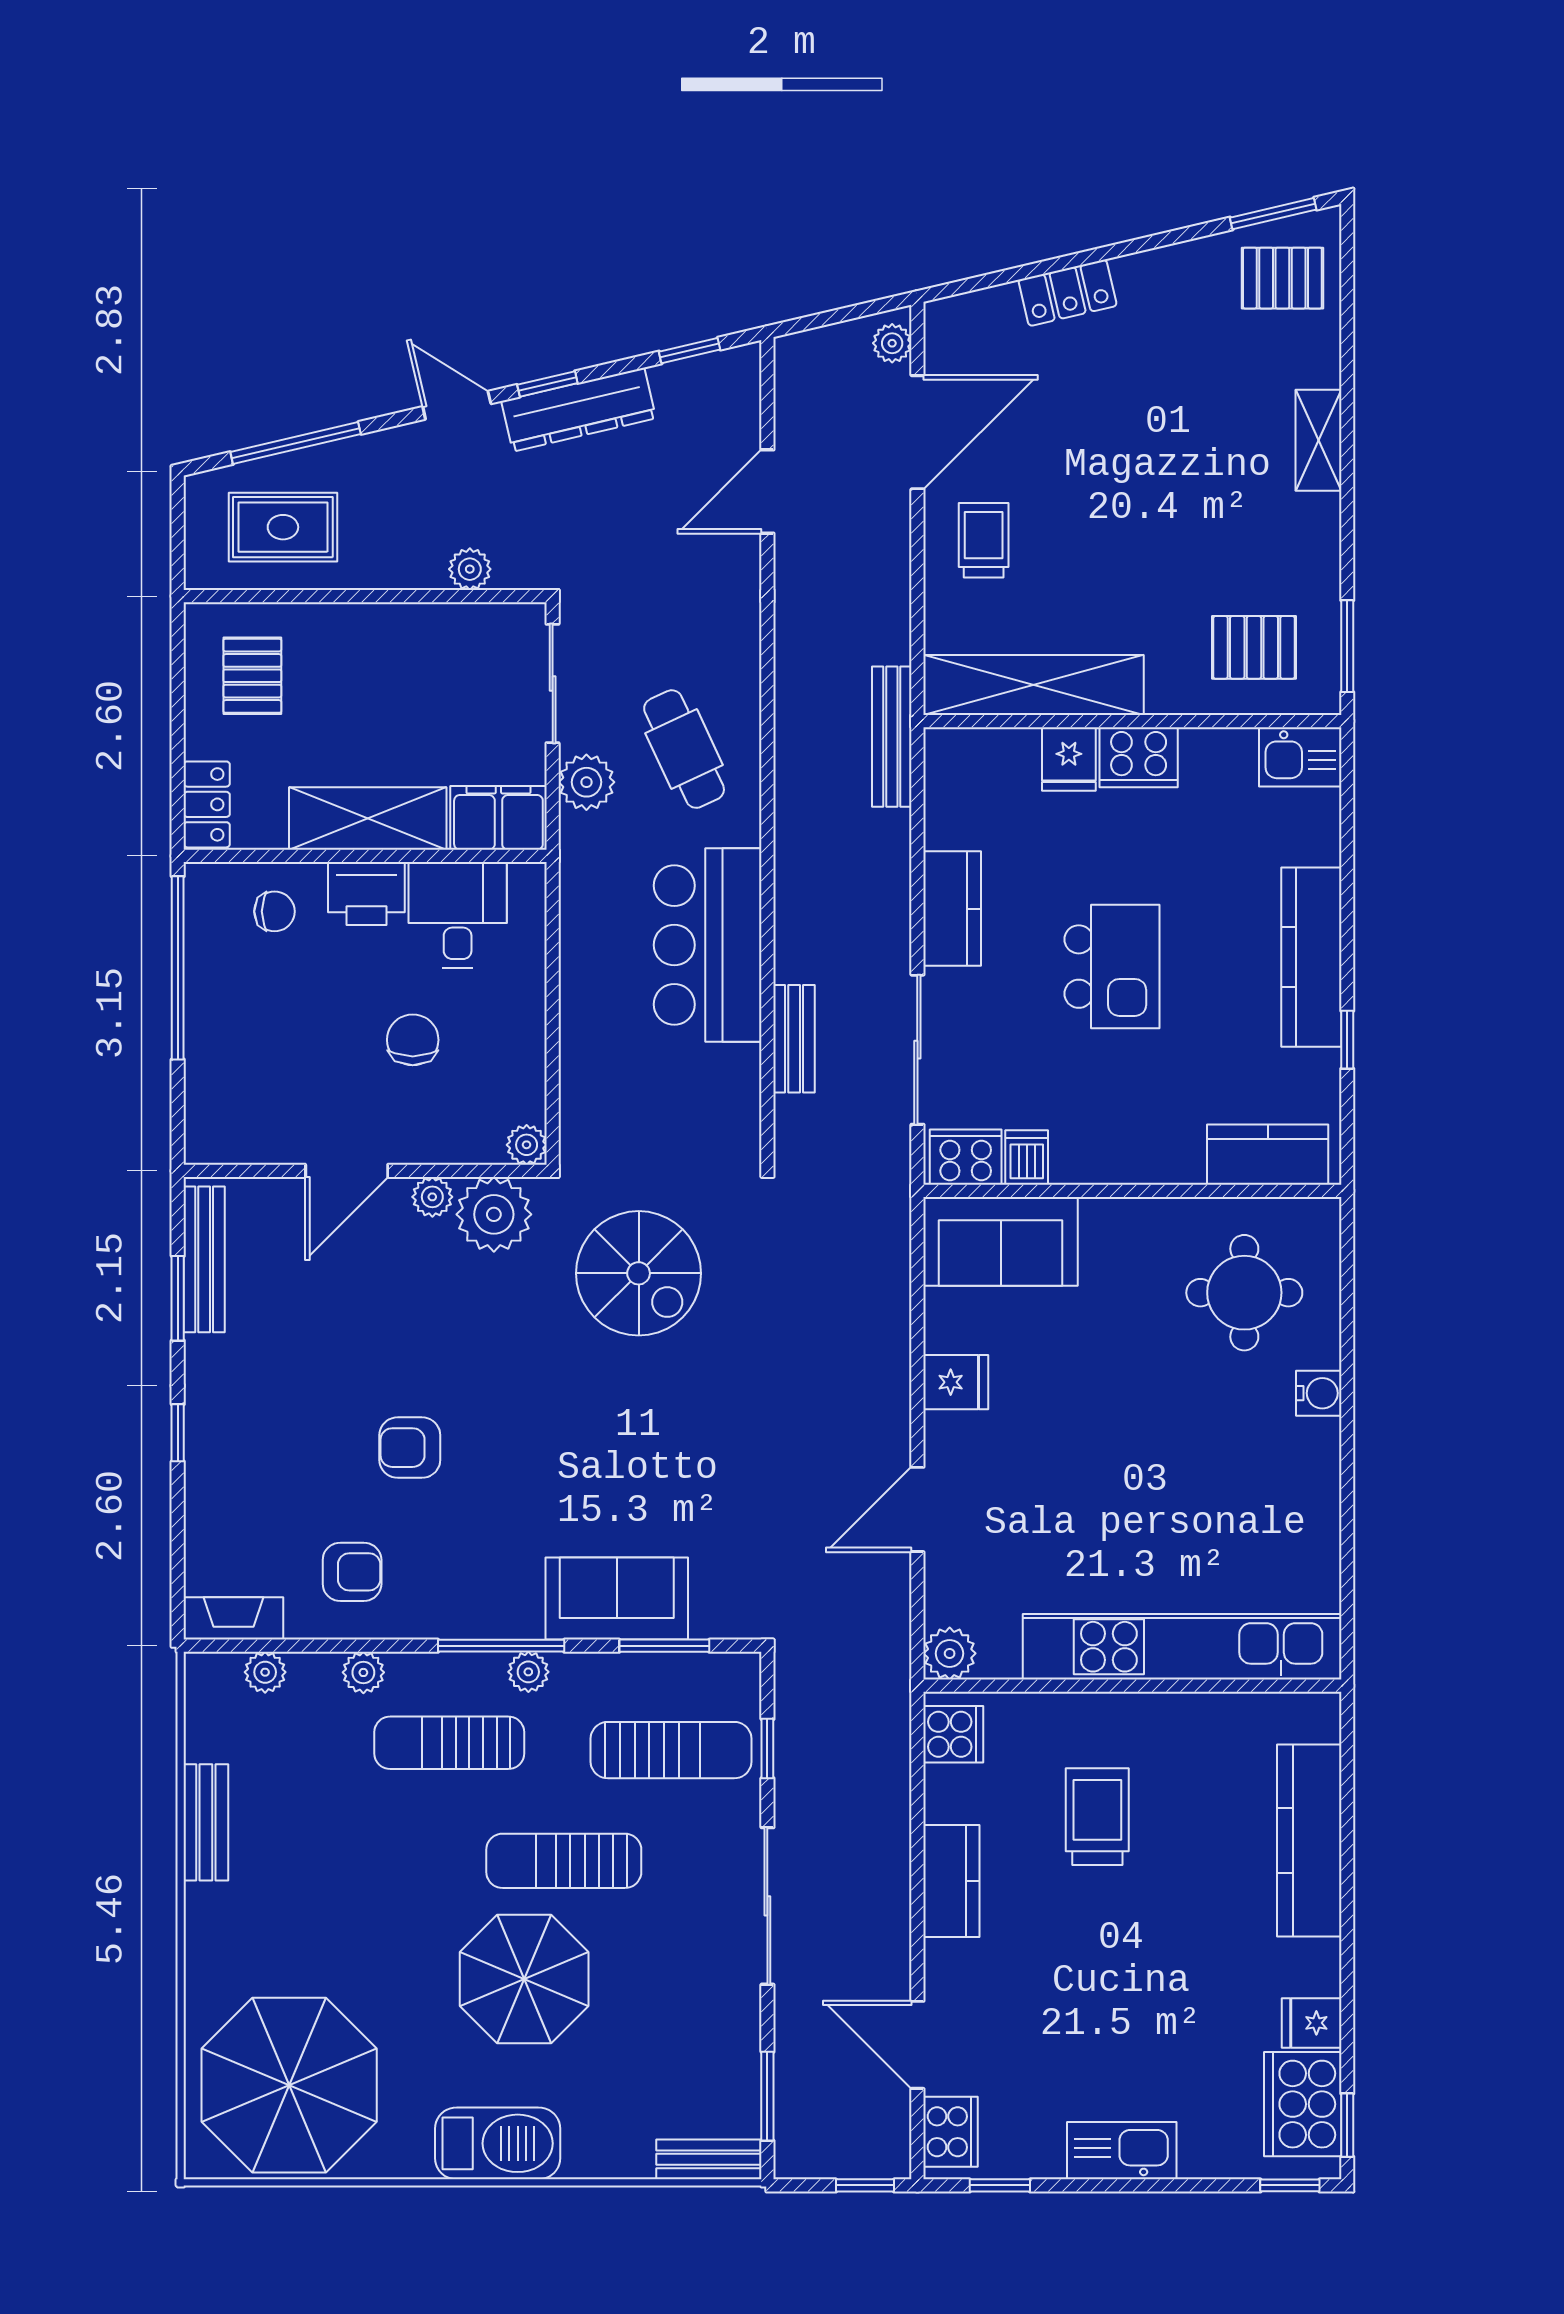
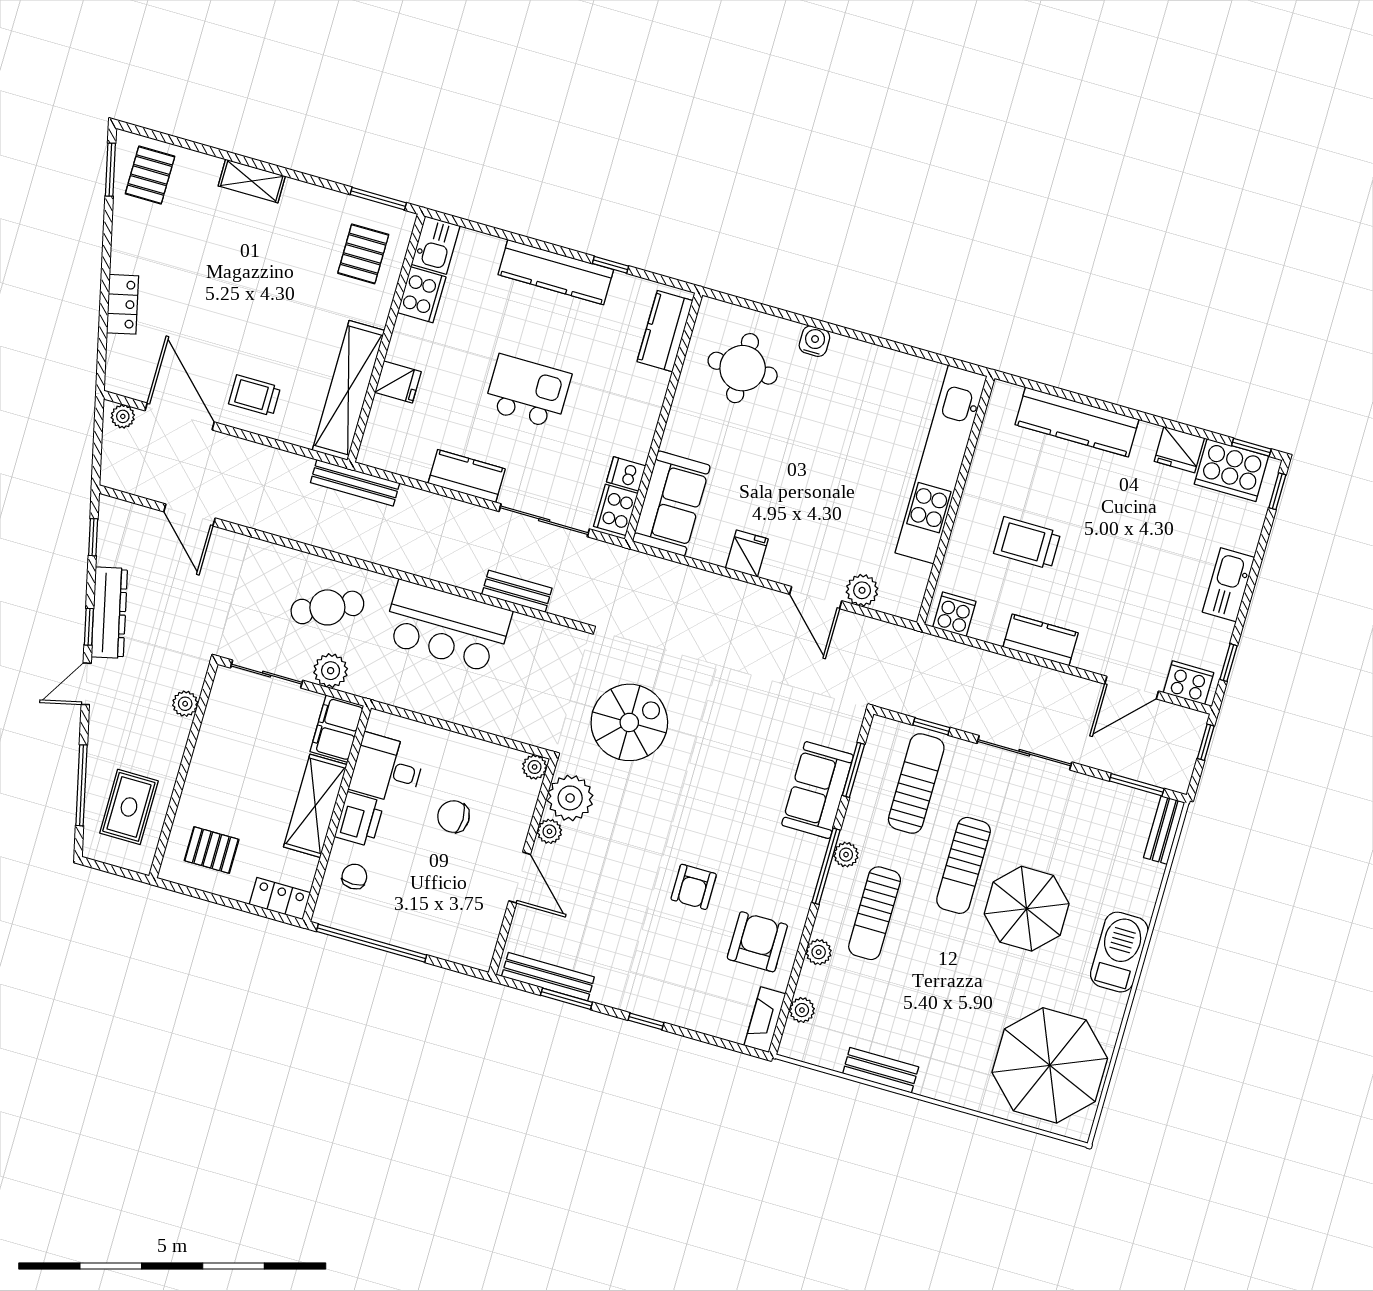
cooker: (1139, 757) -> (422, 295), moved
armchair: (352, 1572) -> (757, 942), width x1.38, depth x1.38
plant: (950, 1653) -> (862, 590), moved
fridge: (1312, 2023) -> (1179, 450), width x1.38

